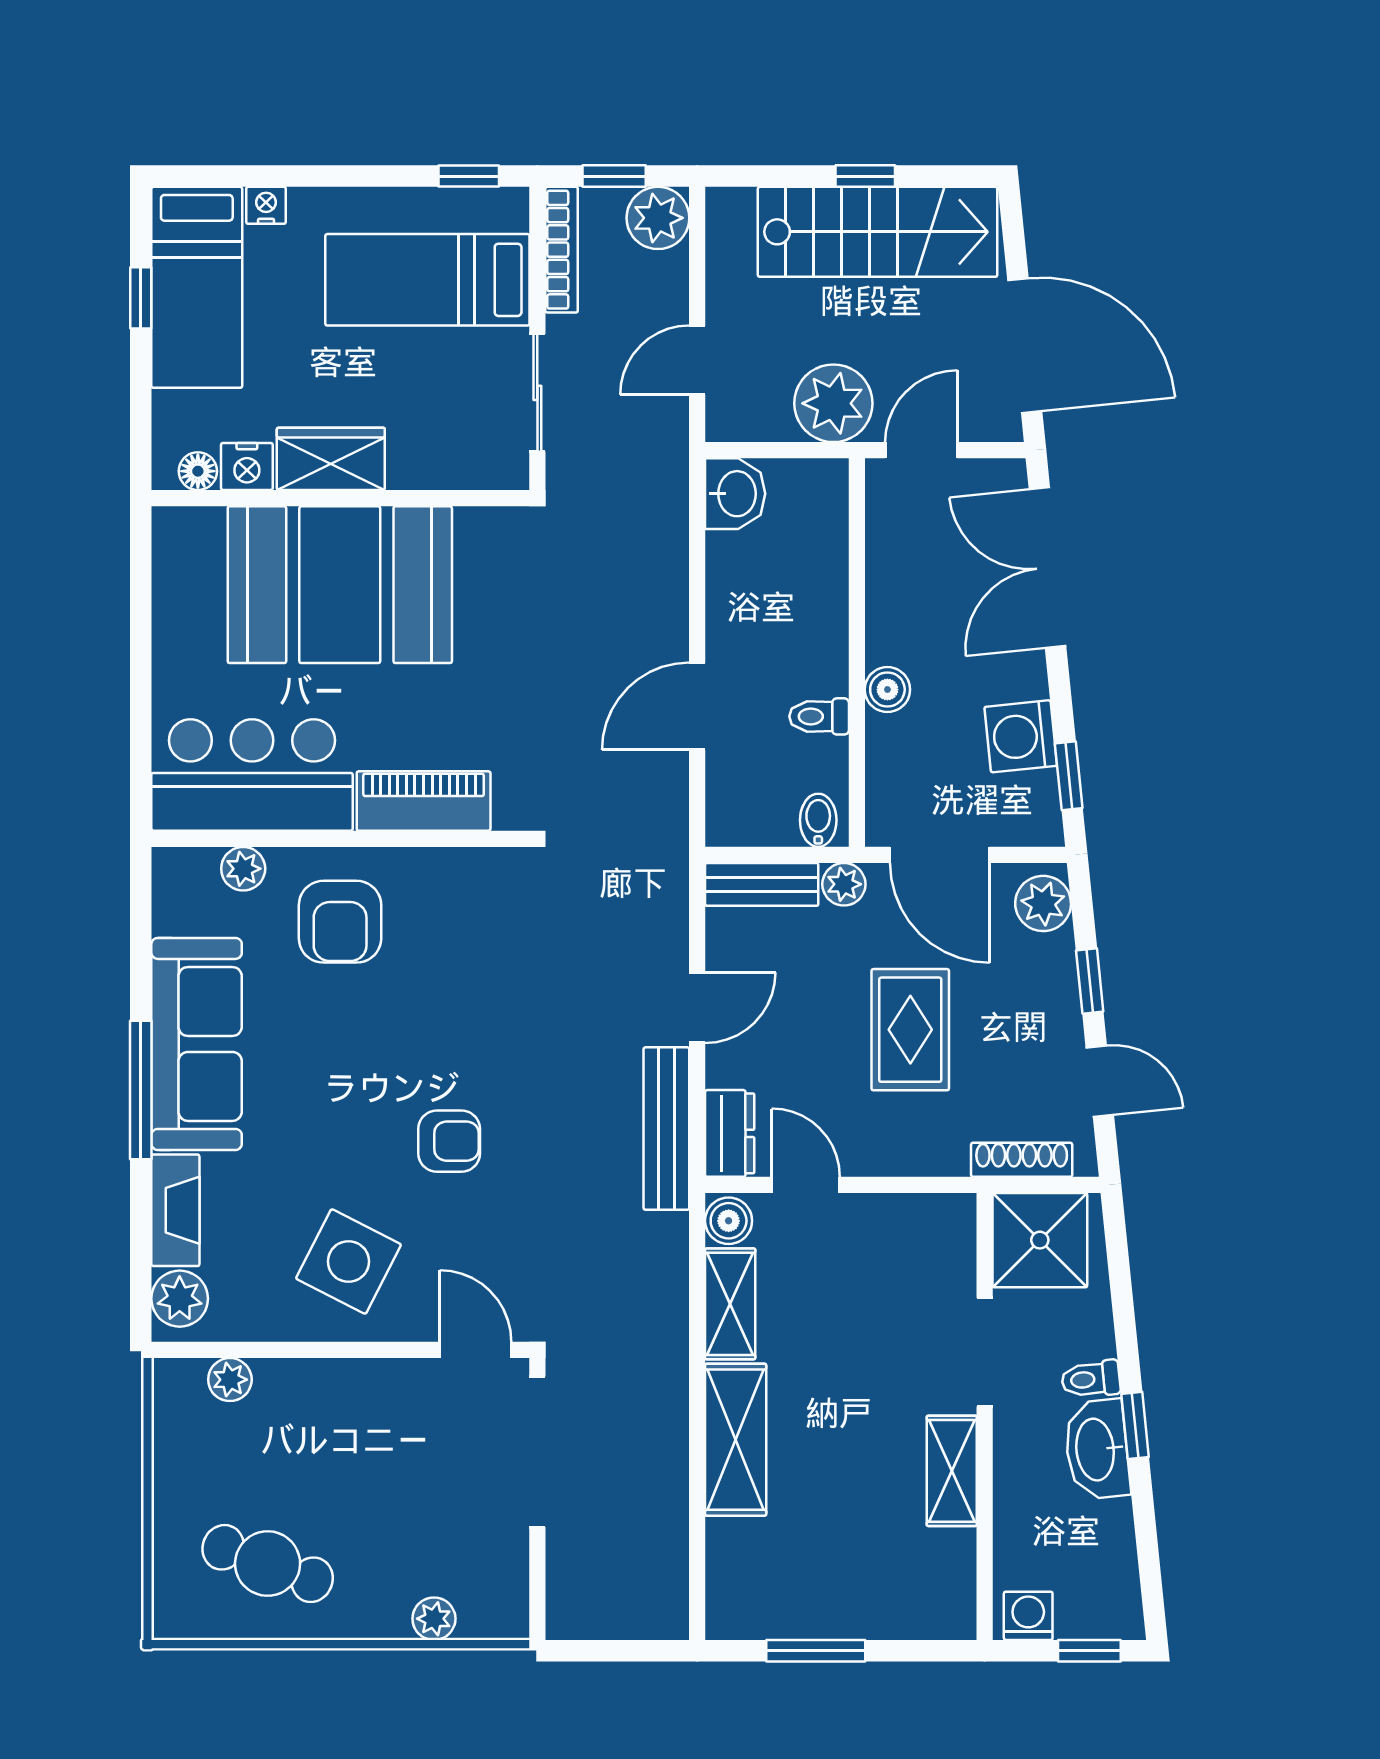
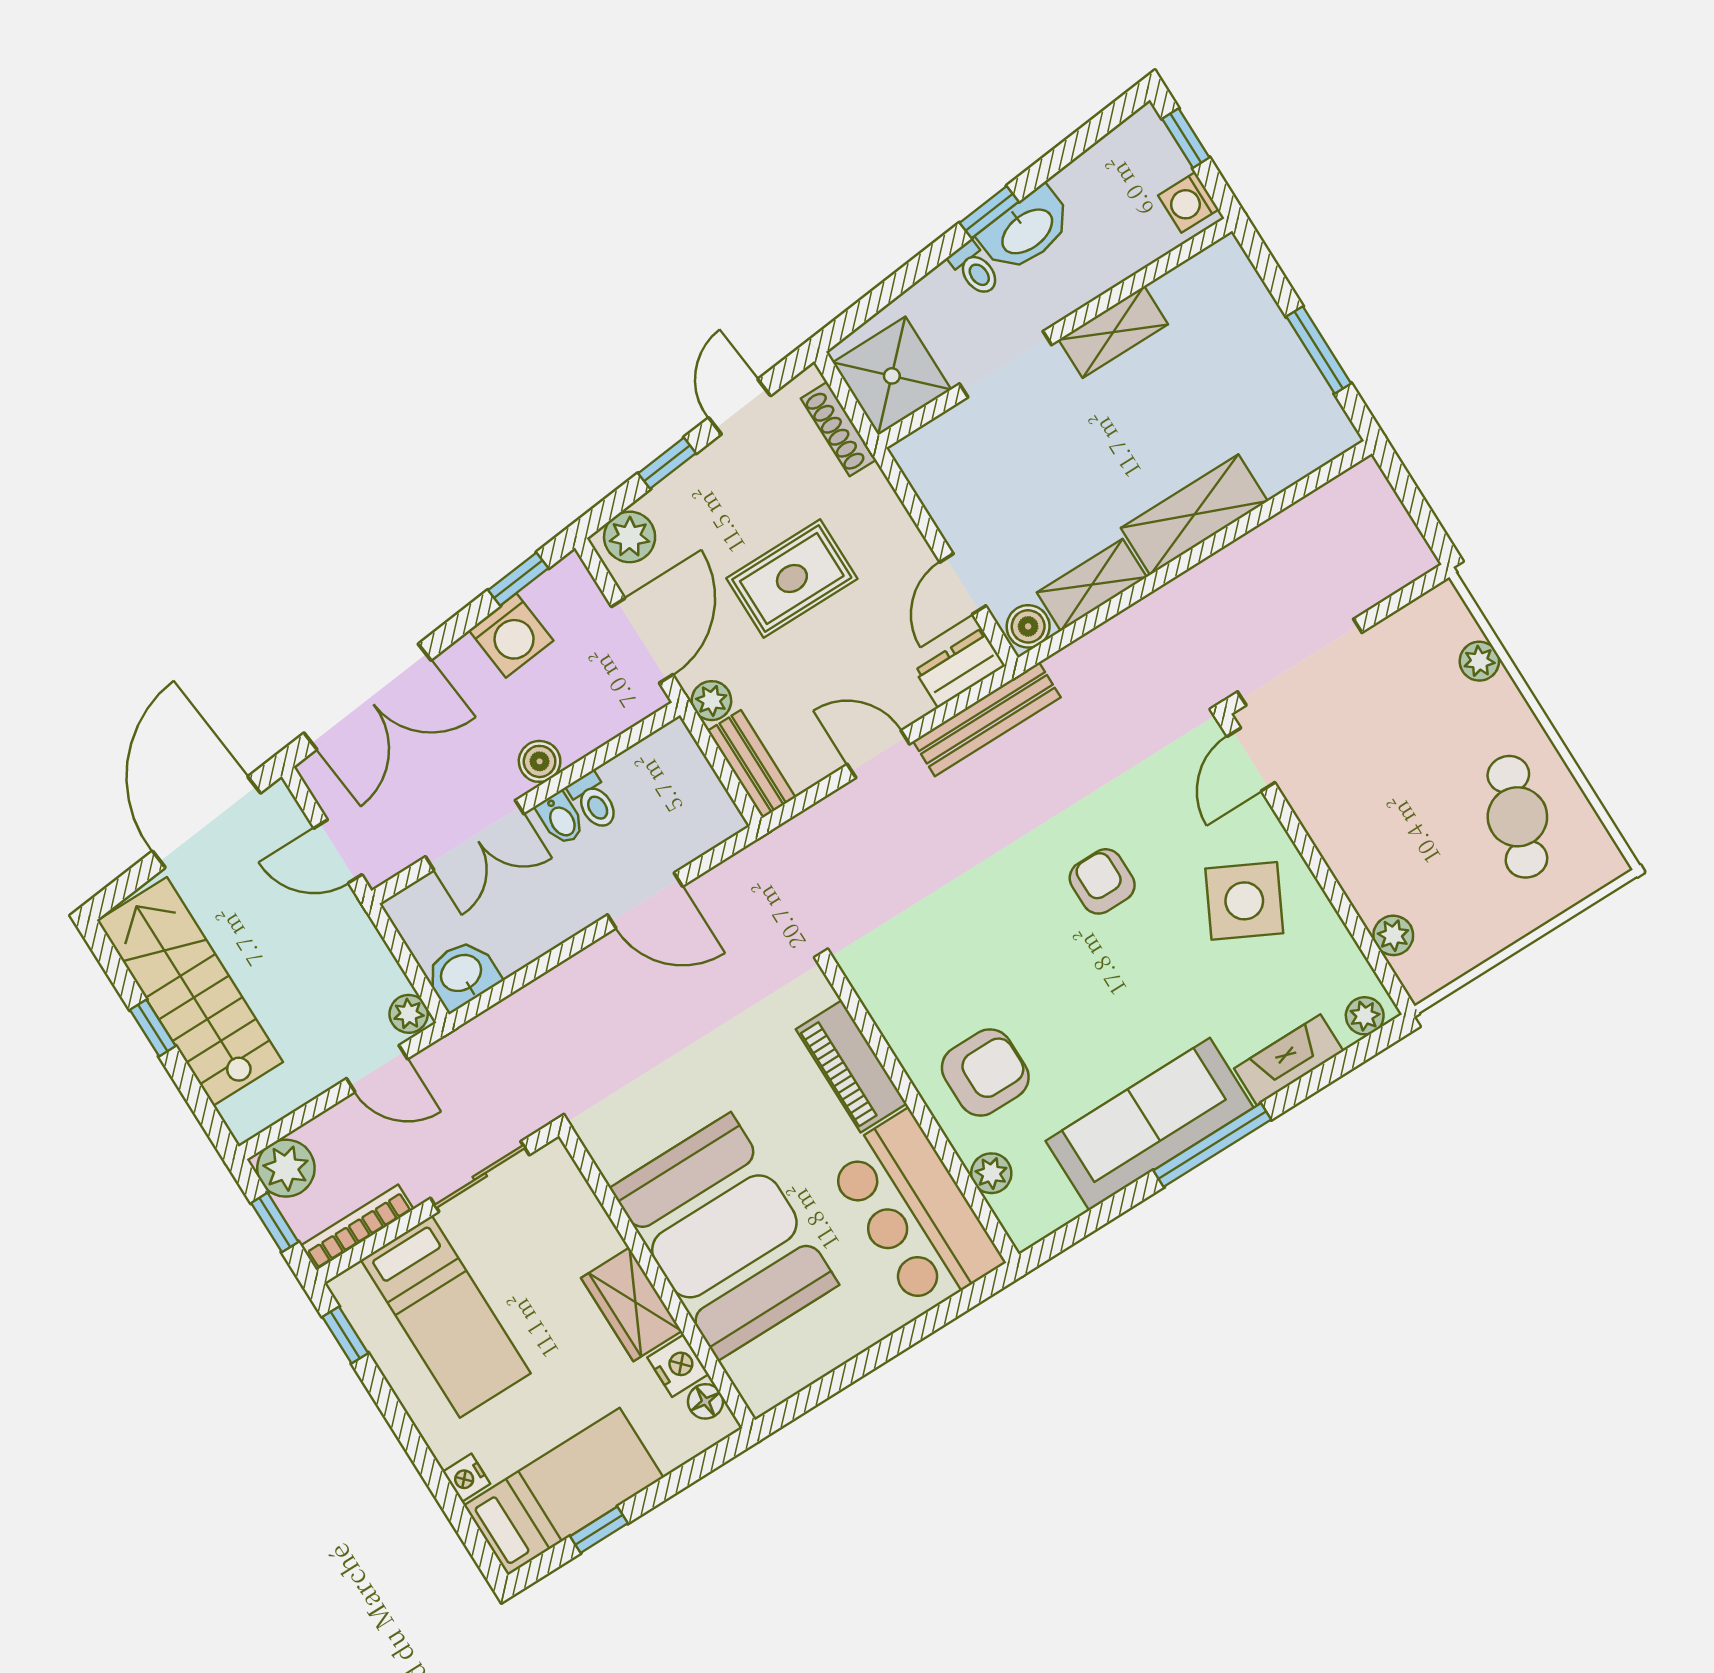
plant: (833, 403) -> (409, 1014), moved, width x0.53, depth x0.53
double door: (857, 586) -> (475, 835), added
bidet: (818, 820) -> (561, 819), moved, turned -90
plant: (180, 1299) -> (1365, 1016), width x0.73, depth x0.73

